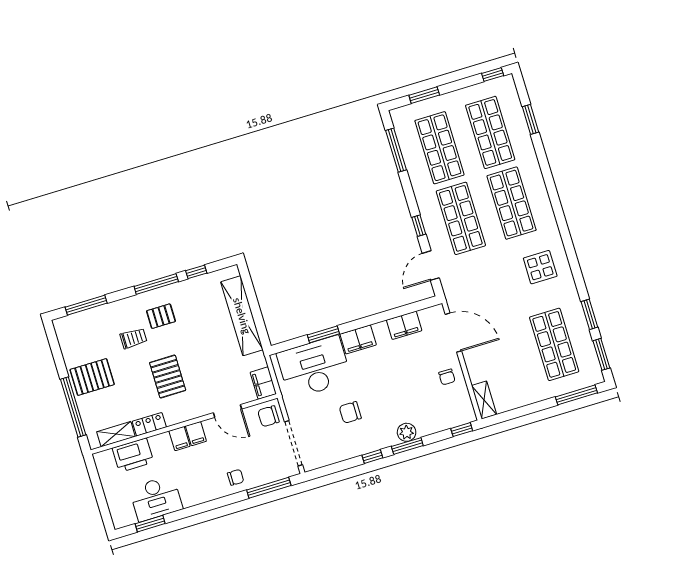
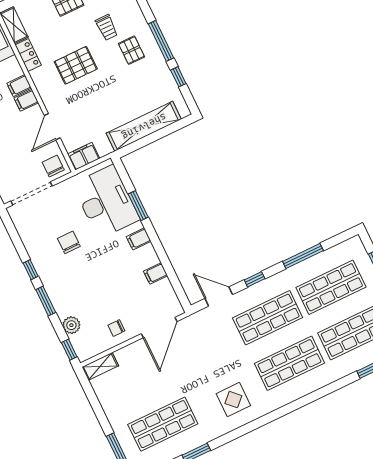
window: (396, 150) -> (303, 256), moved
filing cabinet: (404, 325) -> (156, 273), width x0.50
filing cabinet: (358, 339) -> (139, 239), width x0.50
plant: (407, 432) -> (71, 325), moved

